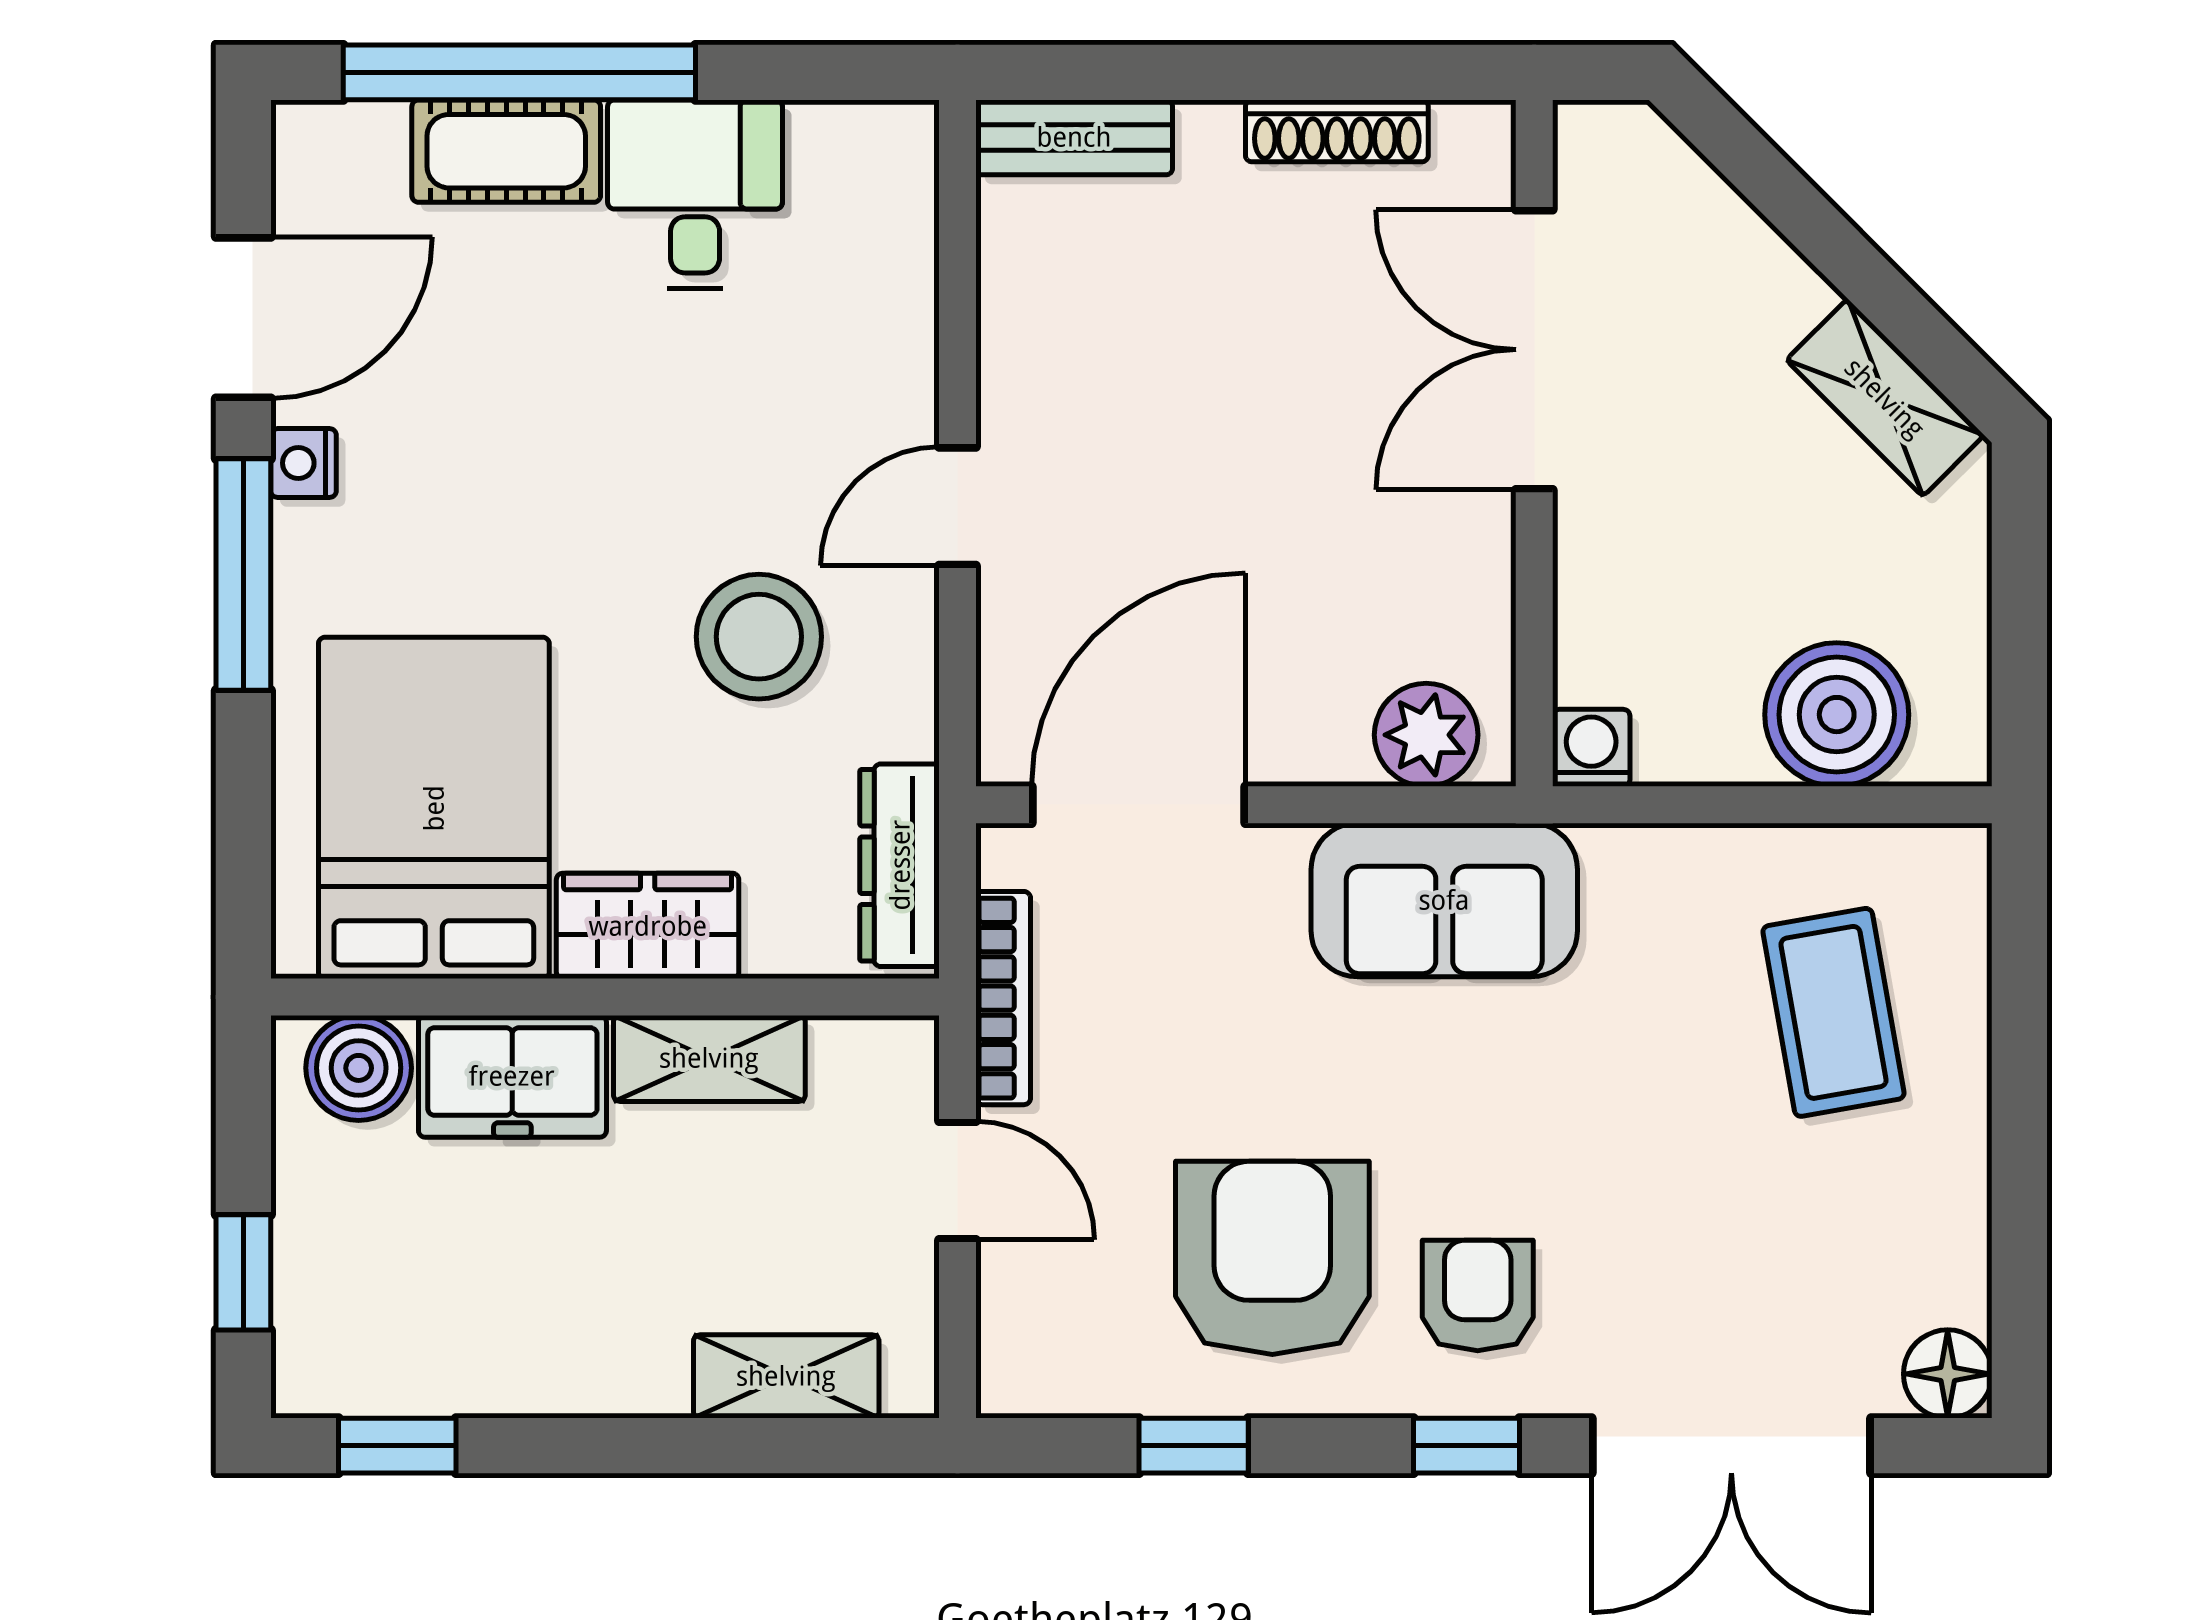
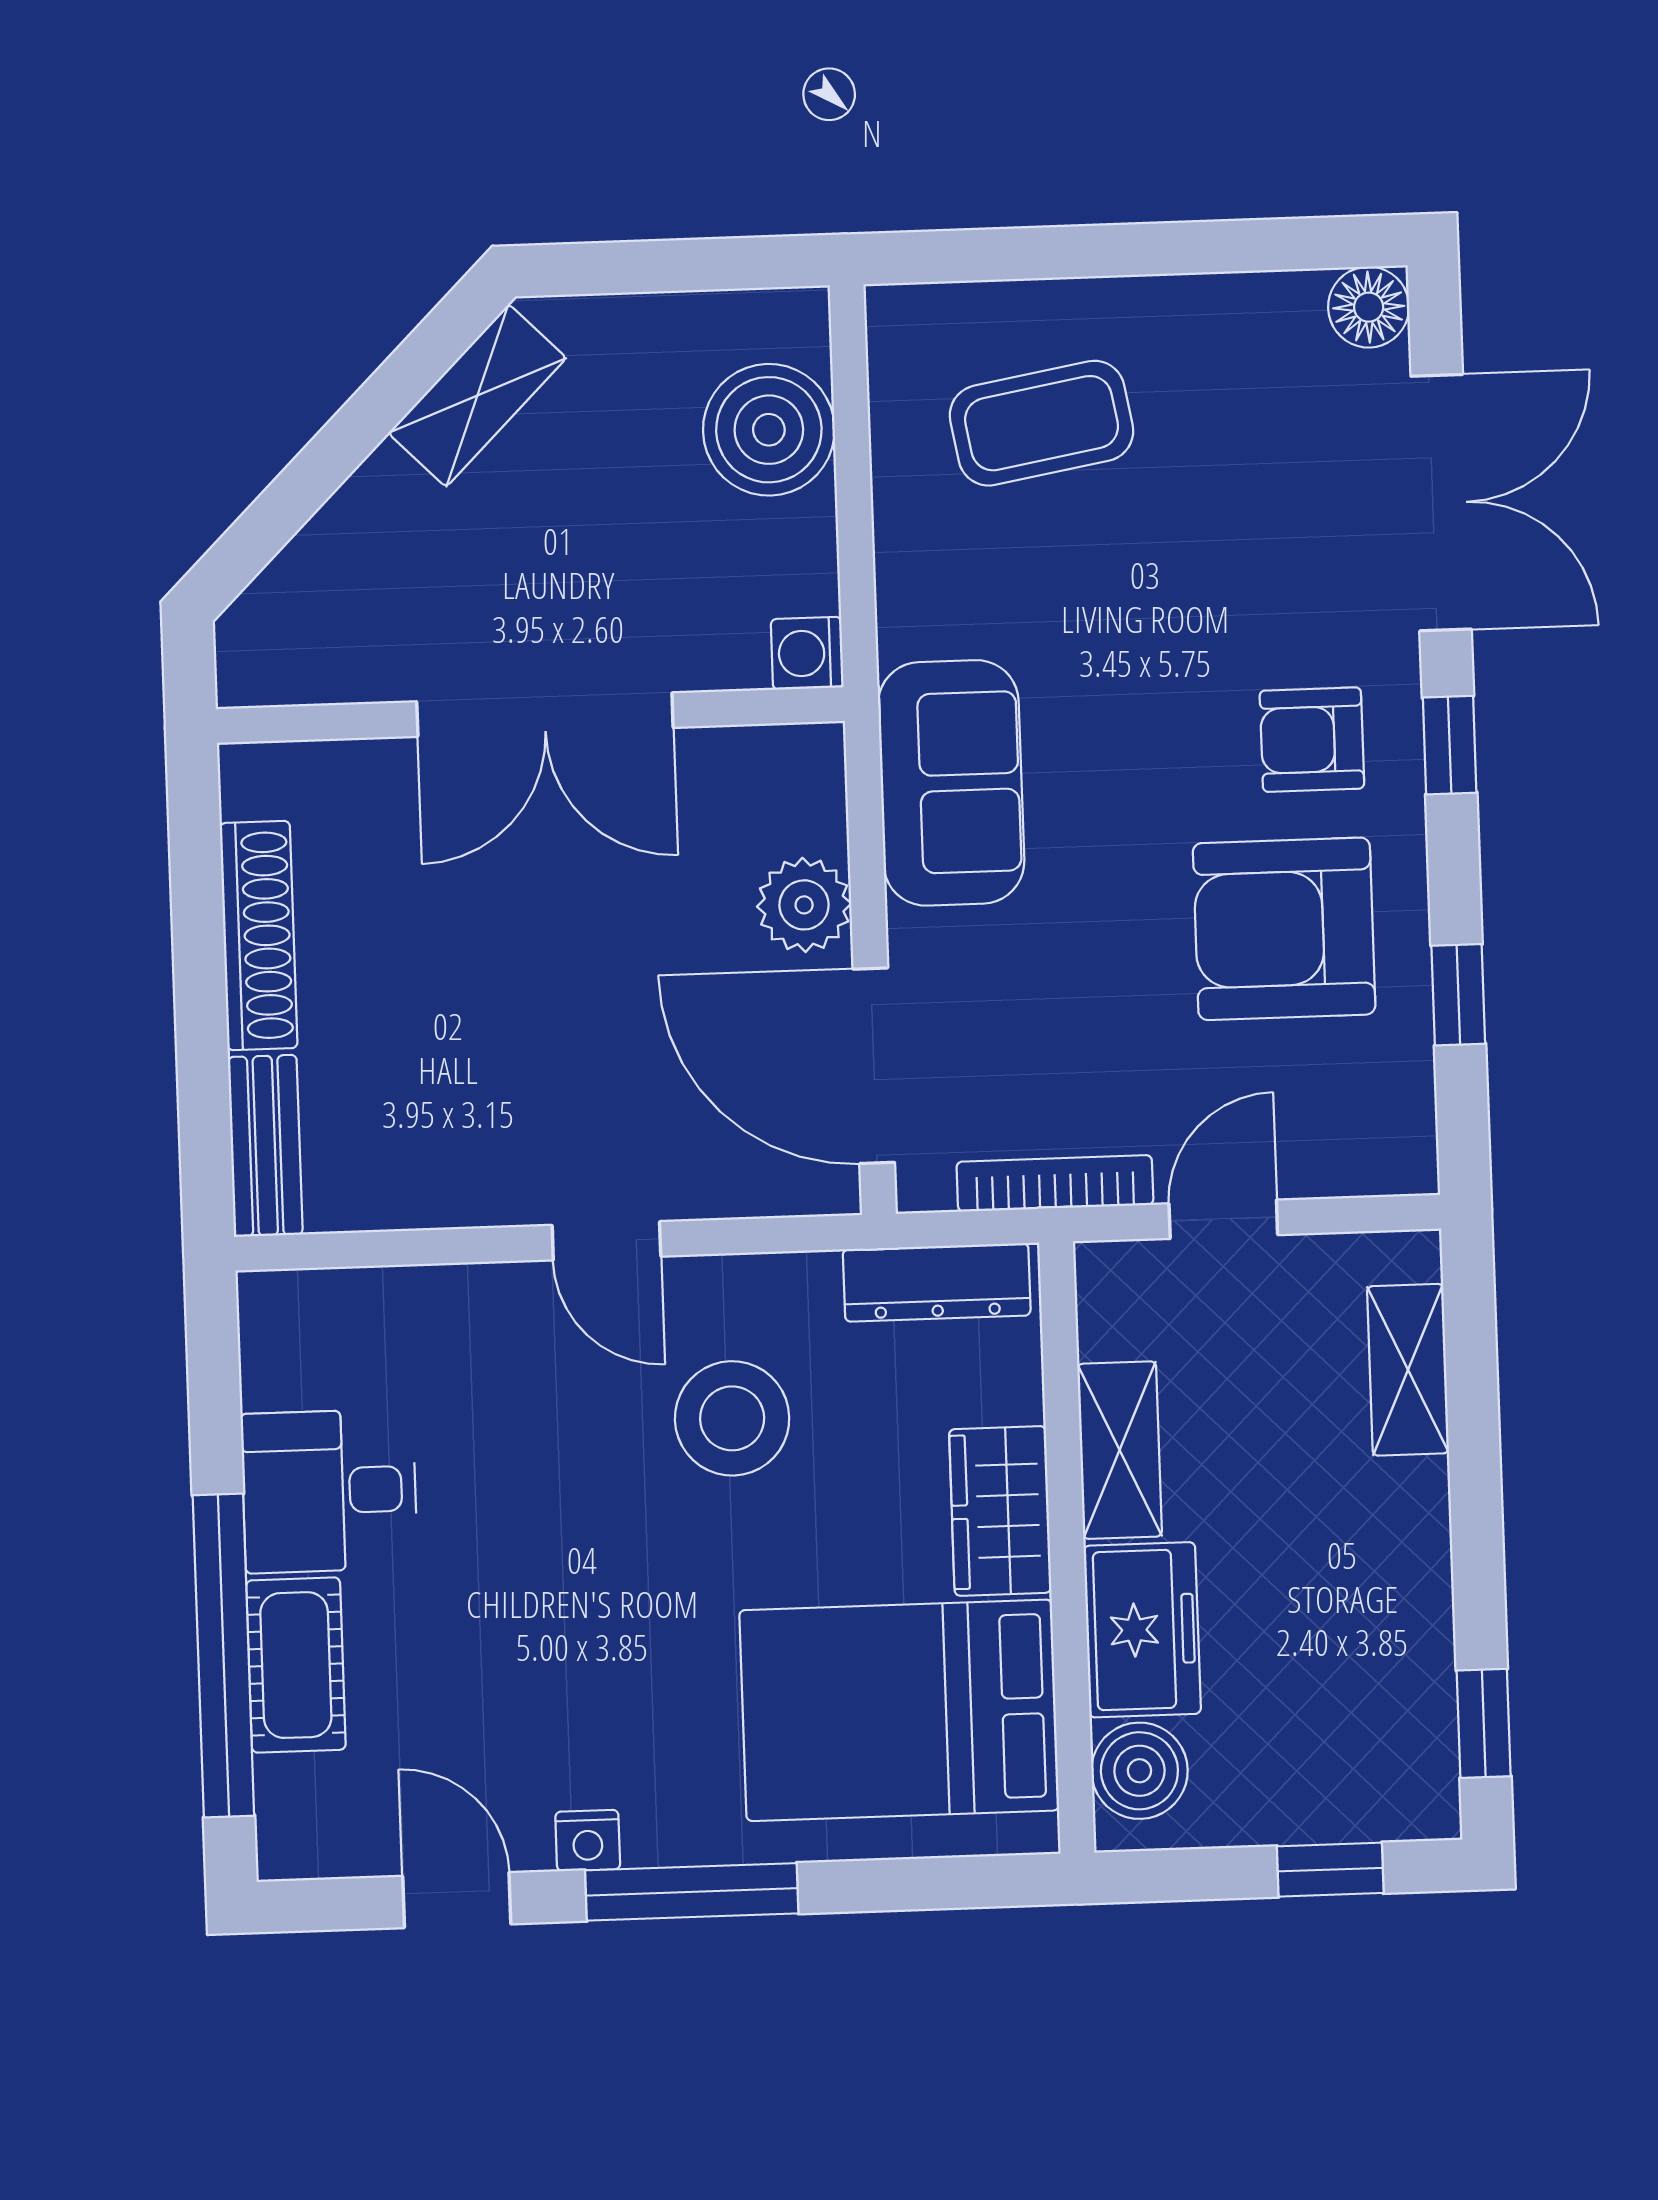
shoe rack: (1337, 131) -> (259, 936), width x1.36, depth x1.24
door: (243, 318) -> (457, 1900), width x0.73
double door: (1534, 350) -> (545, 715), moved
plant: (1426, 735) -> (804, 905), moved

